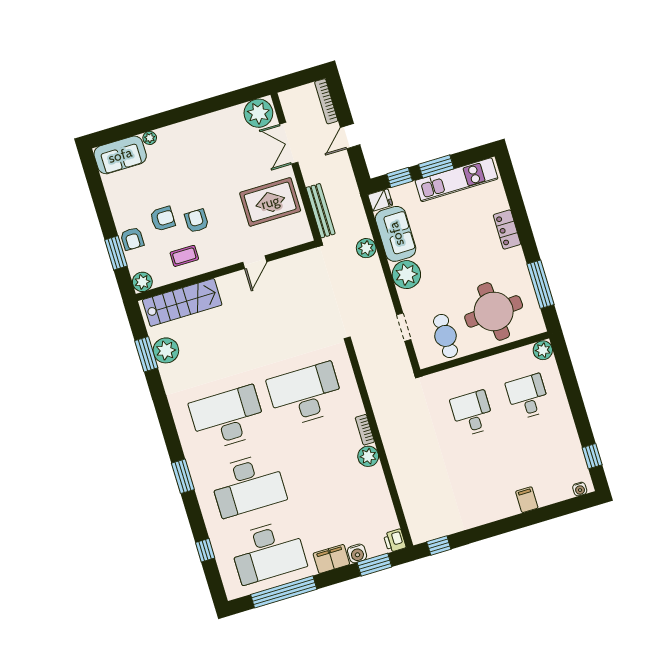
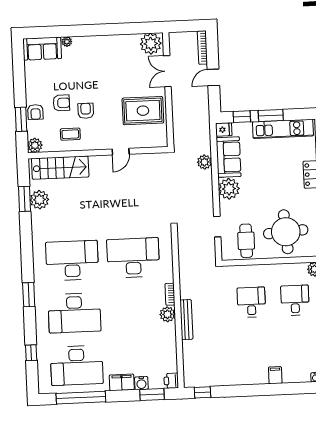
bench: (320, 211) -> (186, 320), moved

